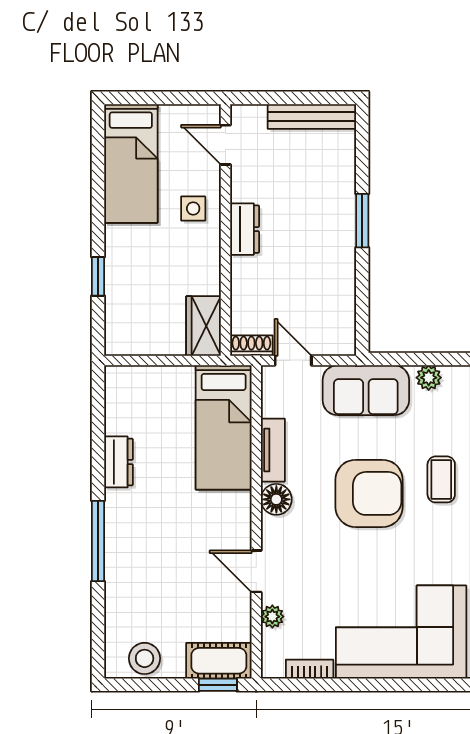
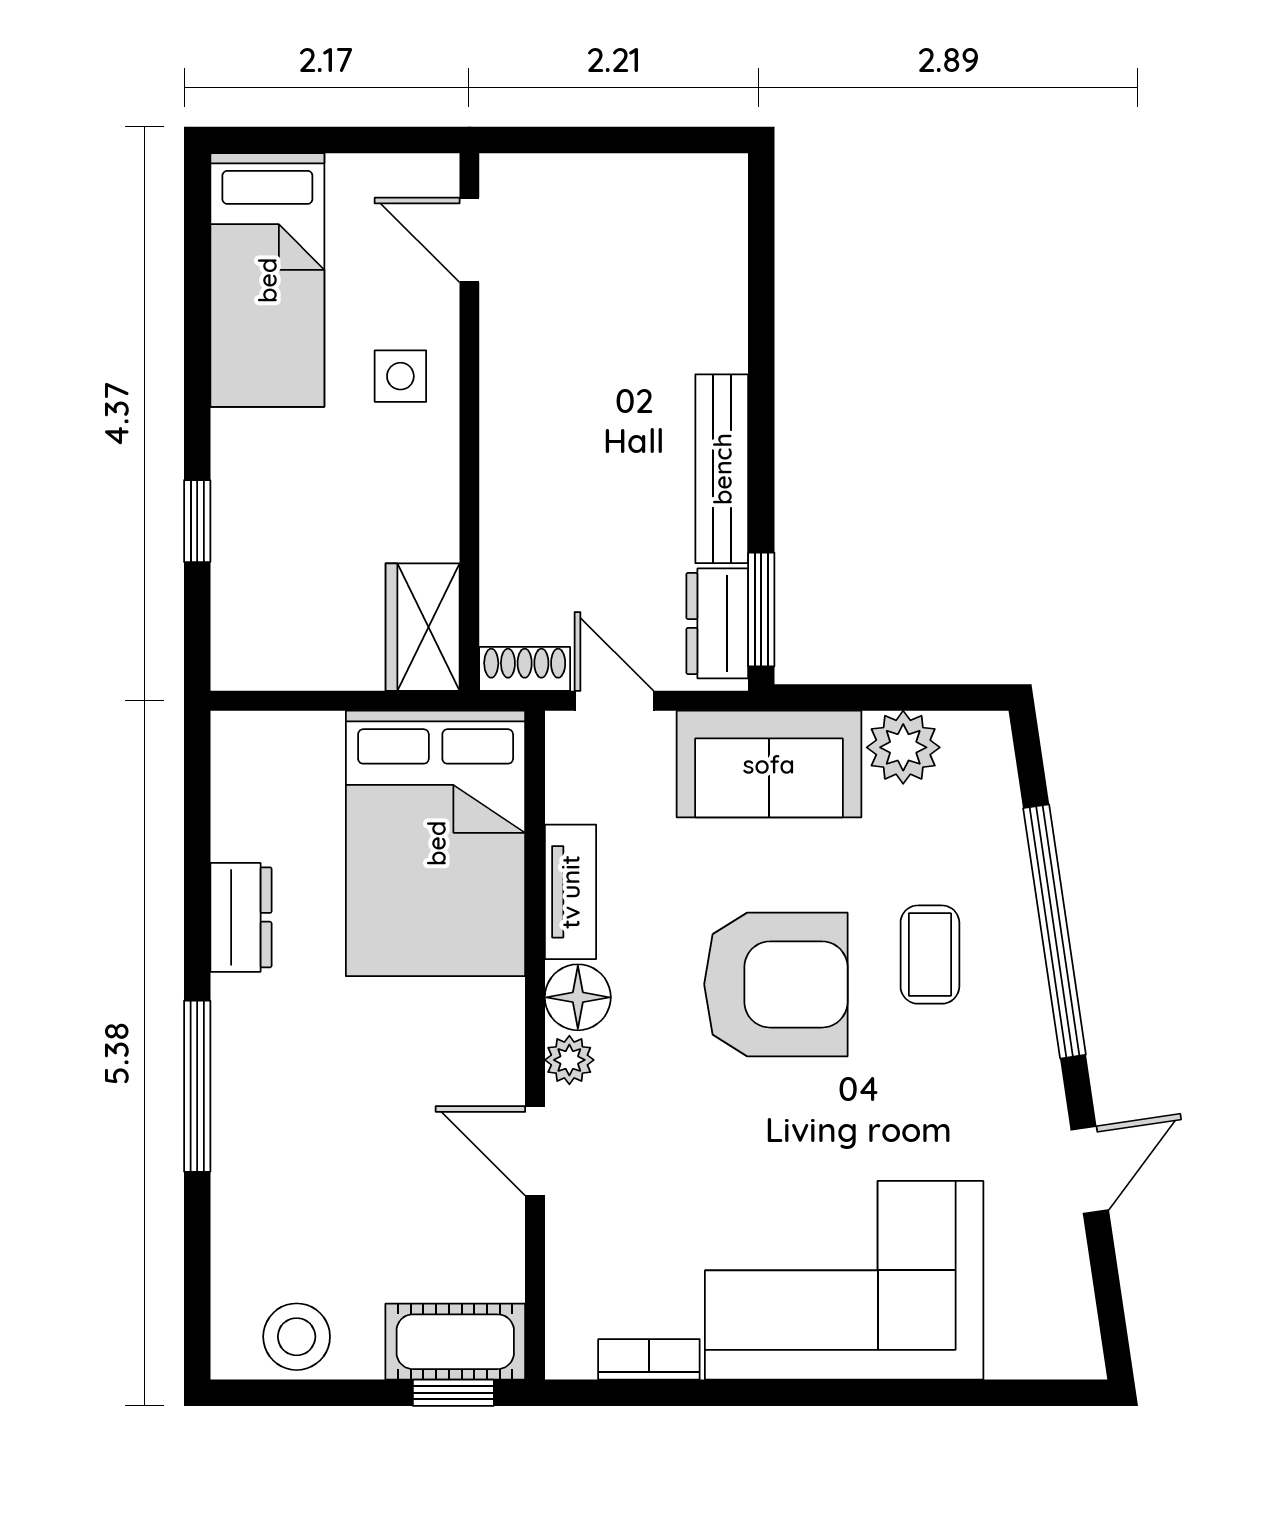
bench: (312, 116) -> (722, 469), moved, turned 90
window: (362, 221) -> (761, 609), moved
dresser: (245, 229) -> (717, 623), moved, turned 180
plant: (429, 378) -> (903, 747), width x1.38, depth x1.38
bed: (224, 427) -> (436, 843), width x1.50
plant: (272, 617) -> (569, 1060), moved

